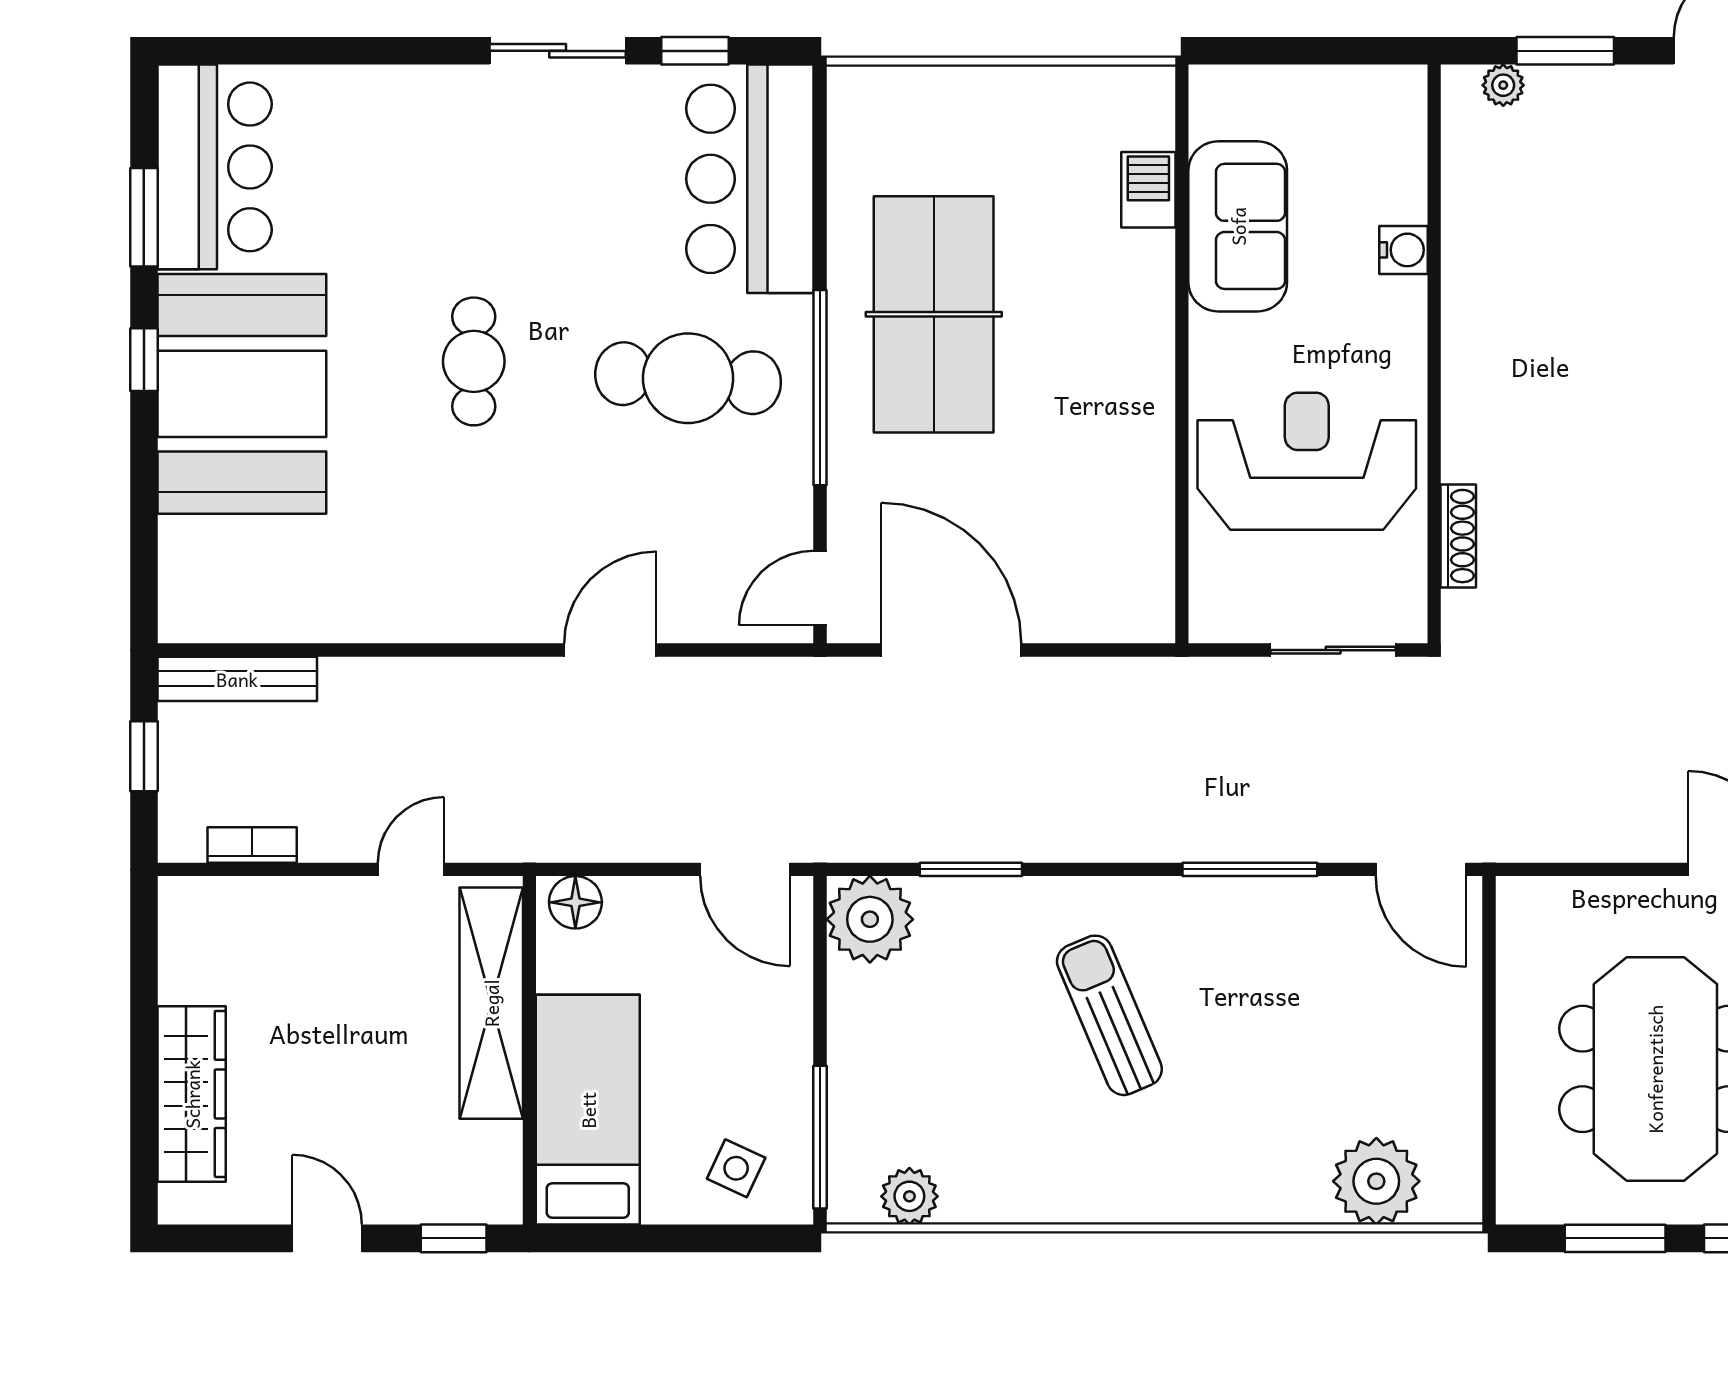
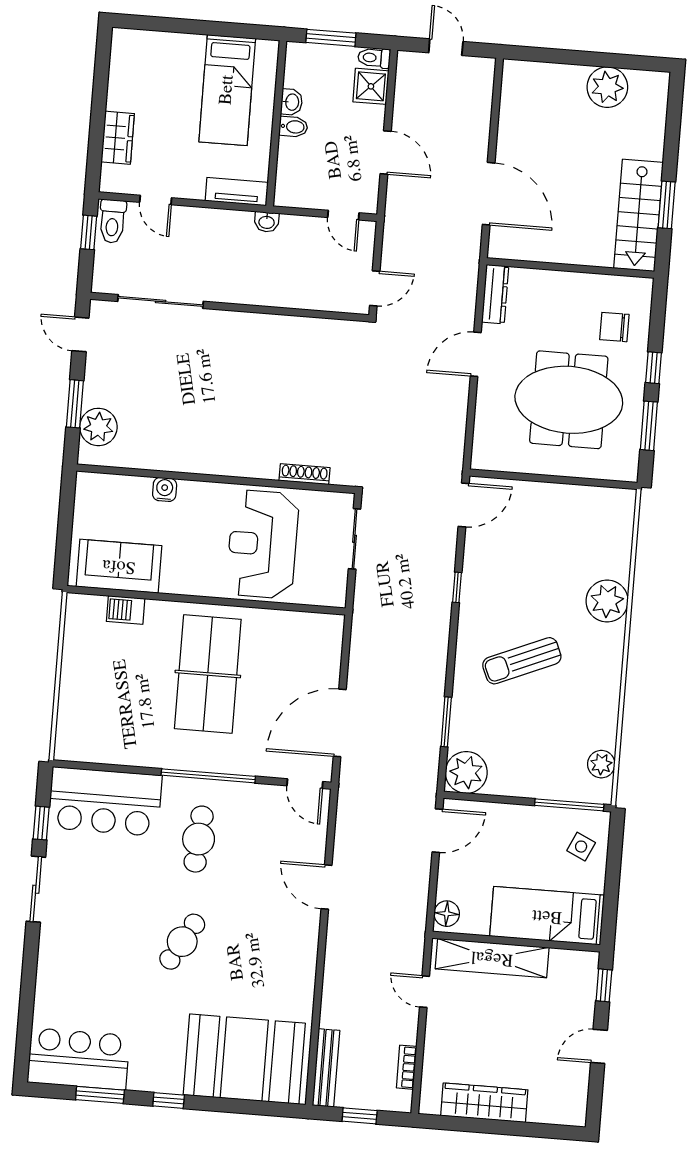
plant: (1503, 85) -> (98, 427), width x1.88, depth x1.88
sofa: (1238, 226) -> (119, 566), moved
table tennis table: (934, 314) -> (208, 674), moved, turned 90
cafe table: (474, 361) -> (182, 942), turned -60
cafe table: (688, 378) -> (199, 839), width x0.73, depth x0.74
booth: (242, 394) -> (244, 1059), moved
window: (1250, 869) -> (457, 587), width x0.46
wardrobe: (192, 1094) -> (484, 1103), moved
plant: (1376, 1181) -> (607, 601), moved

